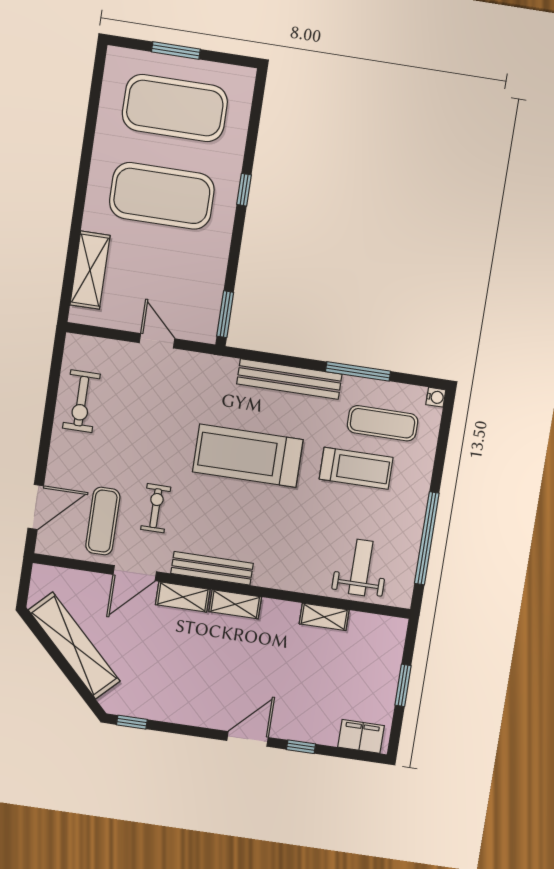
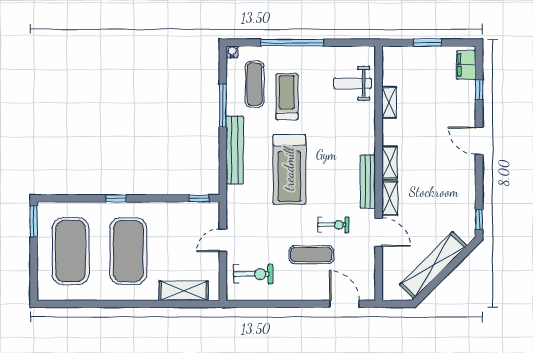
window: (176, 50) -> (34, 221), moved
window: (225, 314) -> (199, 198), width x0.67
exercise bike: (81, 401) -> (253, 274), moved
exercise bike: (156, 508) -> (333, 225), turned 180
exercise mat: (103, 521) -> (311, 255), moved
window: (427, 538) -> (292, 43), moved
window: (301, 747) -> (479, 90), moved

